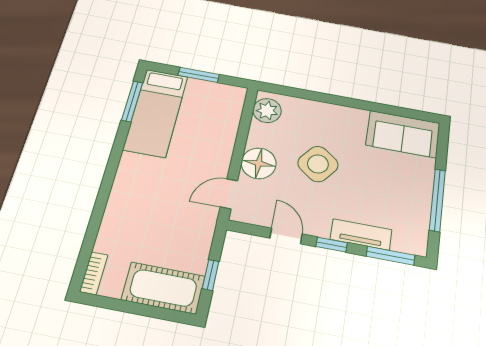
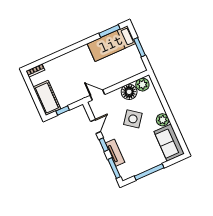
plant: (354, 119) -> (163, 120), added
floor lamp: (259, 163) -> (129, 92), moved

